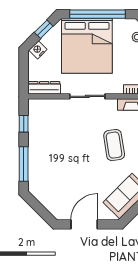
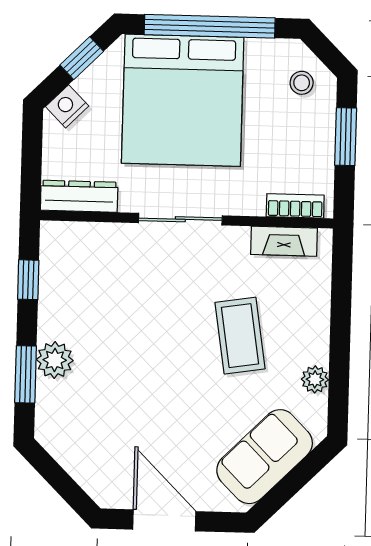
plant: (36, 158) -> (55, 360), added
window: (24, 164) -> (26, 374), width x0.69
door: (84, 224) -> (164, 520), hinge flipped

